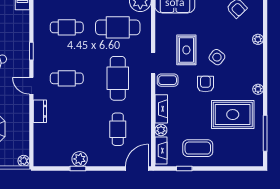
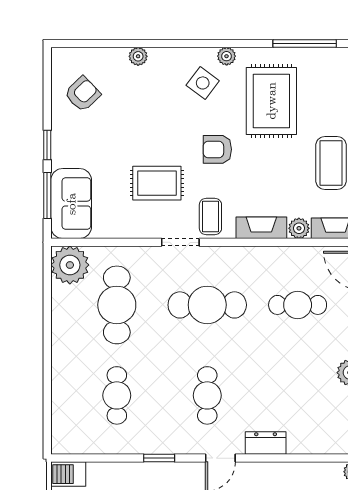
side table: (217, 57) -> (203, 83), moved

